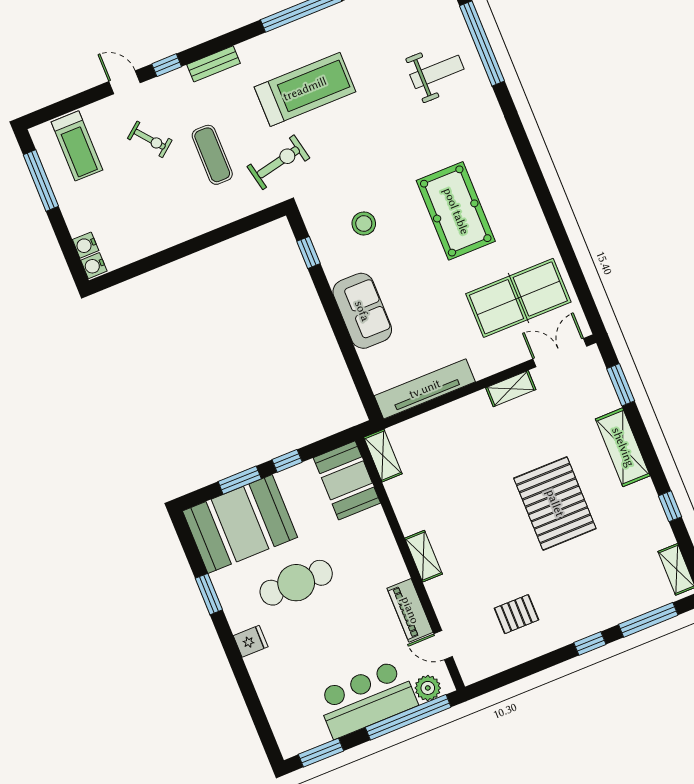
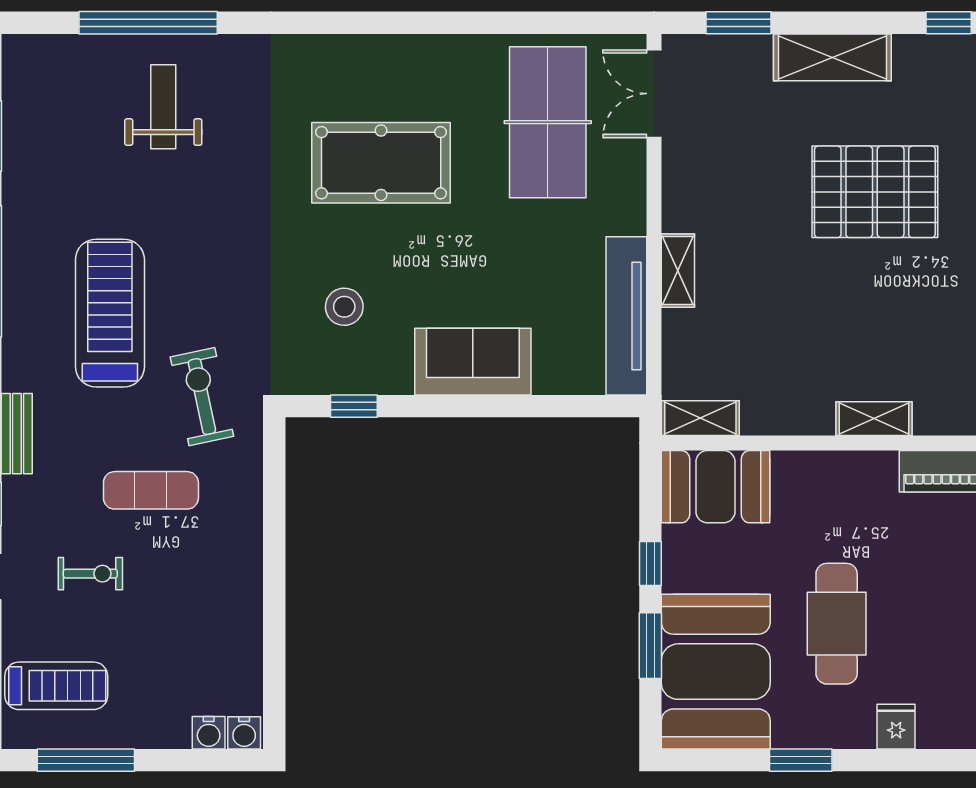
exercise bike: (150, 139) -> (90, 574), turned 39
shelving: (511, 389) -> (678, 271), moved

